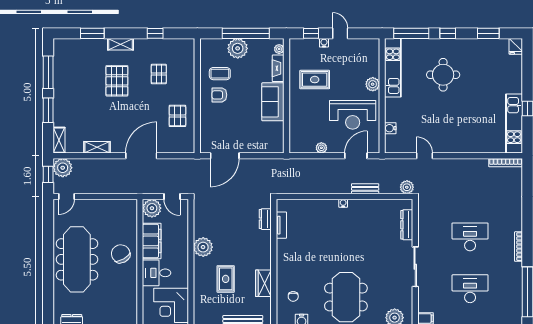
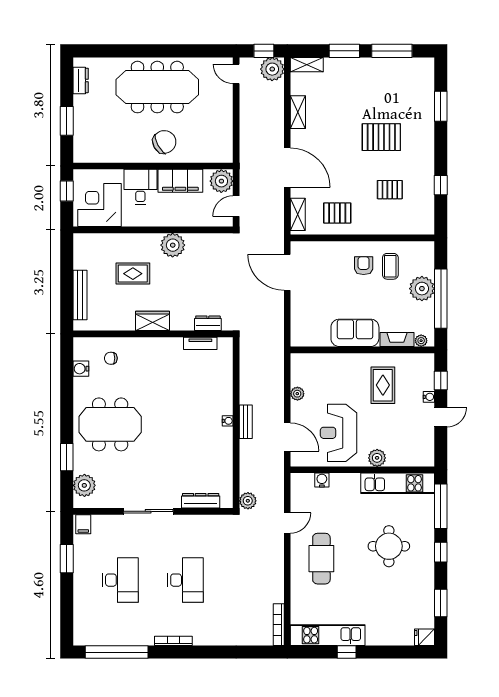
shelving: (121, 44) -> (298, 214), moved
cafe table: (453, 129) -> (321, 559), added
bench: (365, 189) -> (246, 422), moved
wardrobe: (263, 283) -> (152, 321), moved

